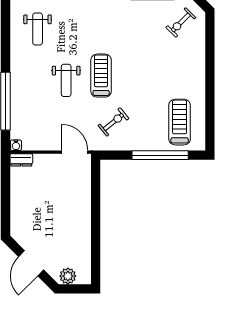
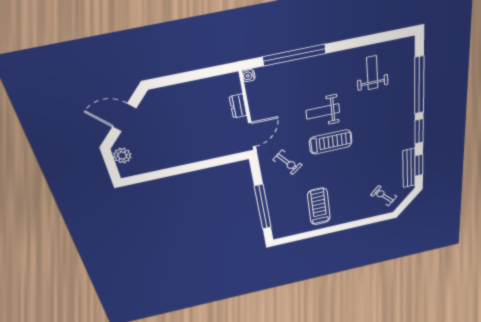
weight bench: (38, 29) -> (372, 73), turned 90
treadmill: (180, 122) -> (319, 207), moved, turned -90
dresser: (21, 160) -> (238, 106), moved

